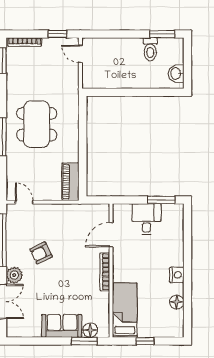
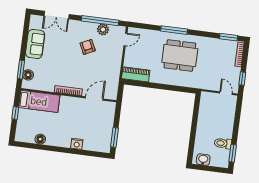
door: (80, 54) -> (226, 93), hinge flipped
desk: (146, 219) -> (102, 125), removed
door: (111, 235) -> (94, 98), hinge flipped
plant: (14, 275) -> (103, 29), moved
nightstand: (177, 275) -> (77, 144), moved
sofa: (62, 326) -> (35, 44), moved

